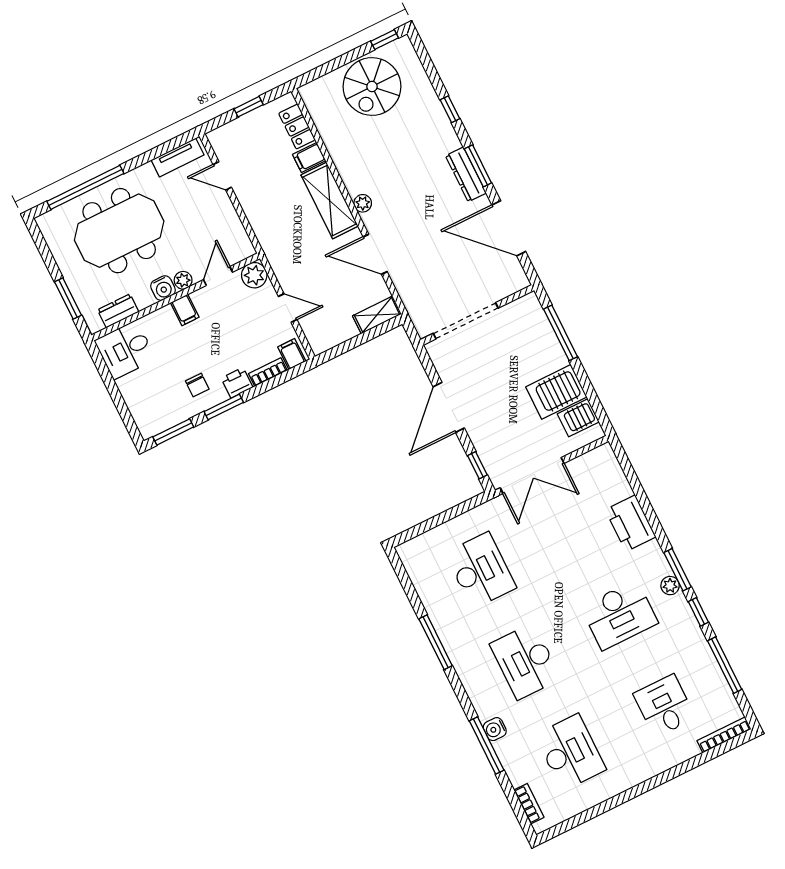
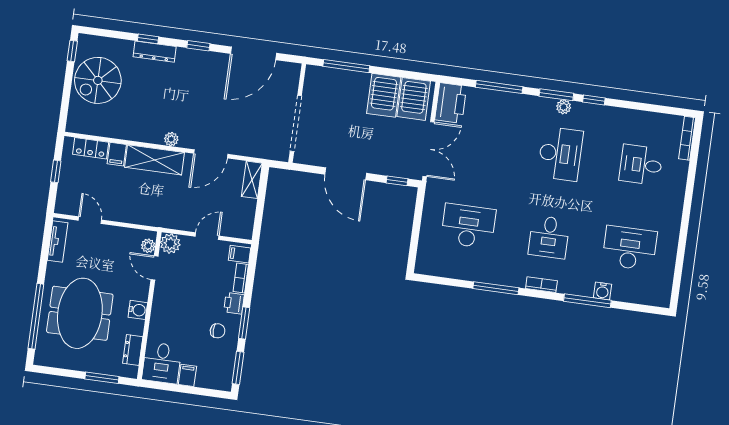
spiral stairs: (372, 87) -> (98, 80), turned 90
window: (478, 166) -> (198, 46), width x0.67
dresser: (466, 174) -> (155, 52), moved
door: (222, 176) -> (90, 220), swing flipped
plant: (183, 280) -> (148, 246), moved
filing cabinet: (185, 310) -> (187, 375), moved, turned -90
server rack: (578, 418) -> (414, 99), width x1.36, depth x1.44
printer: (631, 523) -> (451, 103), moved, turned -90
desk: (525, 661) -> (549, 237), width x0.73
window: (725, 665) -> (499, 87), moved
water cooler: (495, 729) -> (603, 291), moved
bookcase: (529, 804) -> (541, 285), moved

